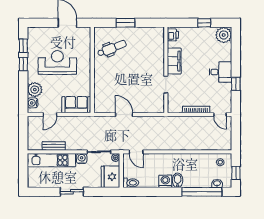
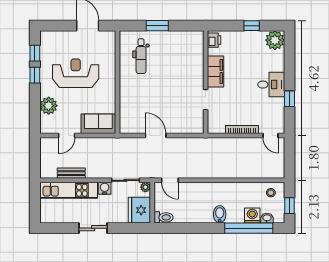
dental chair: (112, 48) -> (141, 56), turned 112
water cooler: (33, 103) -> (46, 122), removed
washing machine: (165, 181) -> (252, 216), moved

